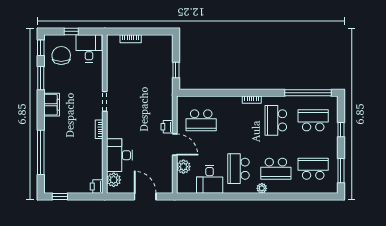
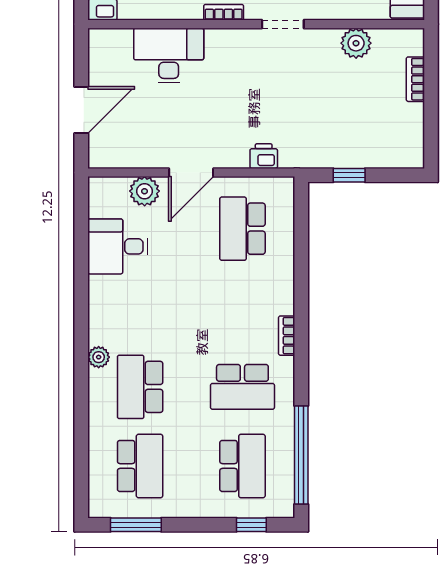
school desk: (276, 120) -> (242, 387), turned 180
printer: (167, 127) -> (264, 156), moved
window: (341, 130) -> (251, 525), moved
school desk: (239, 169) -> (140, 308), removed
plant: (114, 180) -> (356, 43), moved

